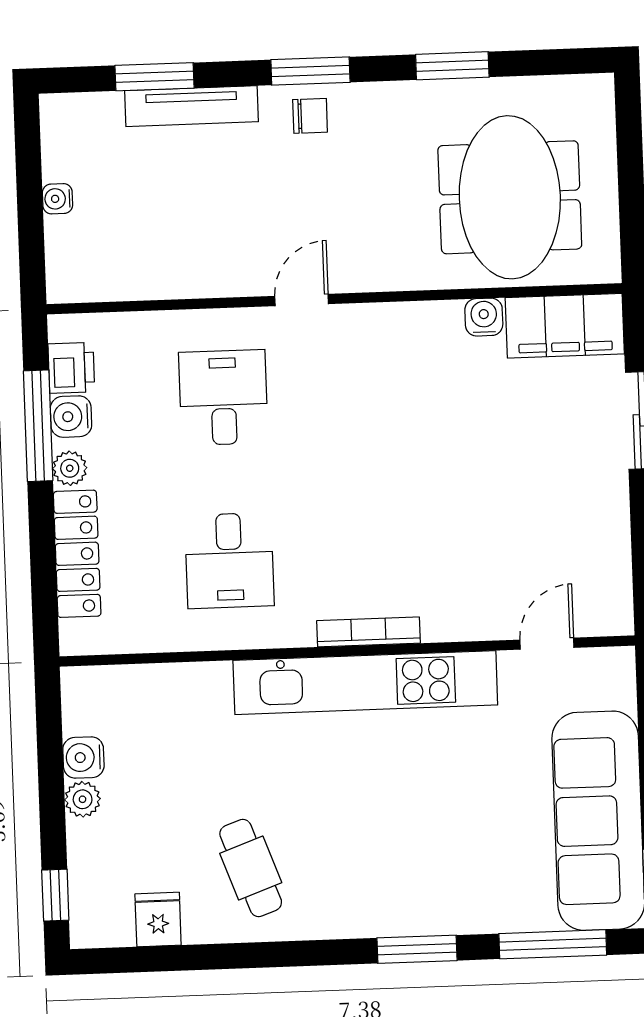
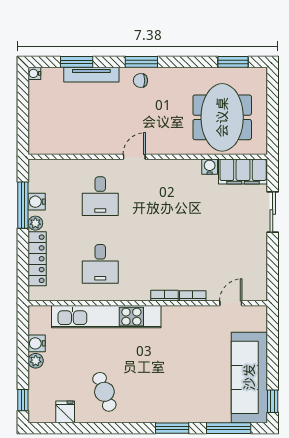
window: (452, 66) -> (233, 62), moved
chair: (310, 116) -> (140, 81), turned 180
water cooler: (57, 199) -> (34, 73), moved
printer: (71, 368) -> (38, 181), removed
desk: (223, 398) -> (100, 196), turned 180
bookcase: (455, 629) -> (193, 296), added
bookcase: (369, 632) -> (165, 296), width x0.64
kitchen unit: (365, 683) -> (106, 317), moved

